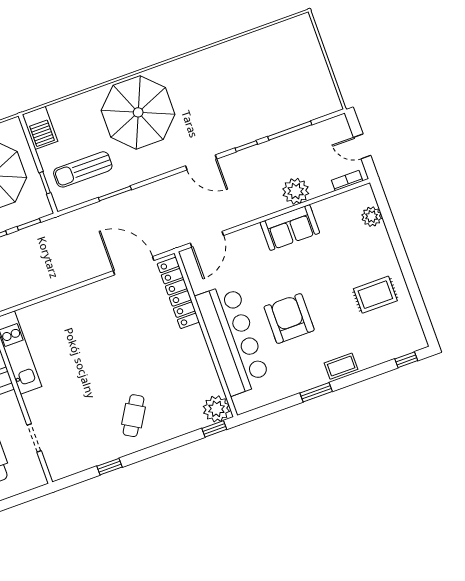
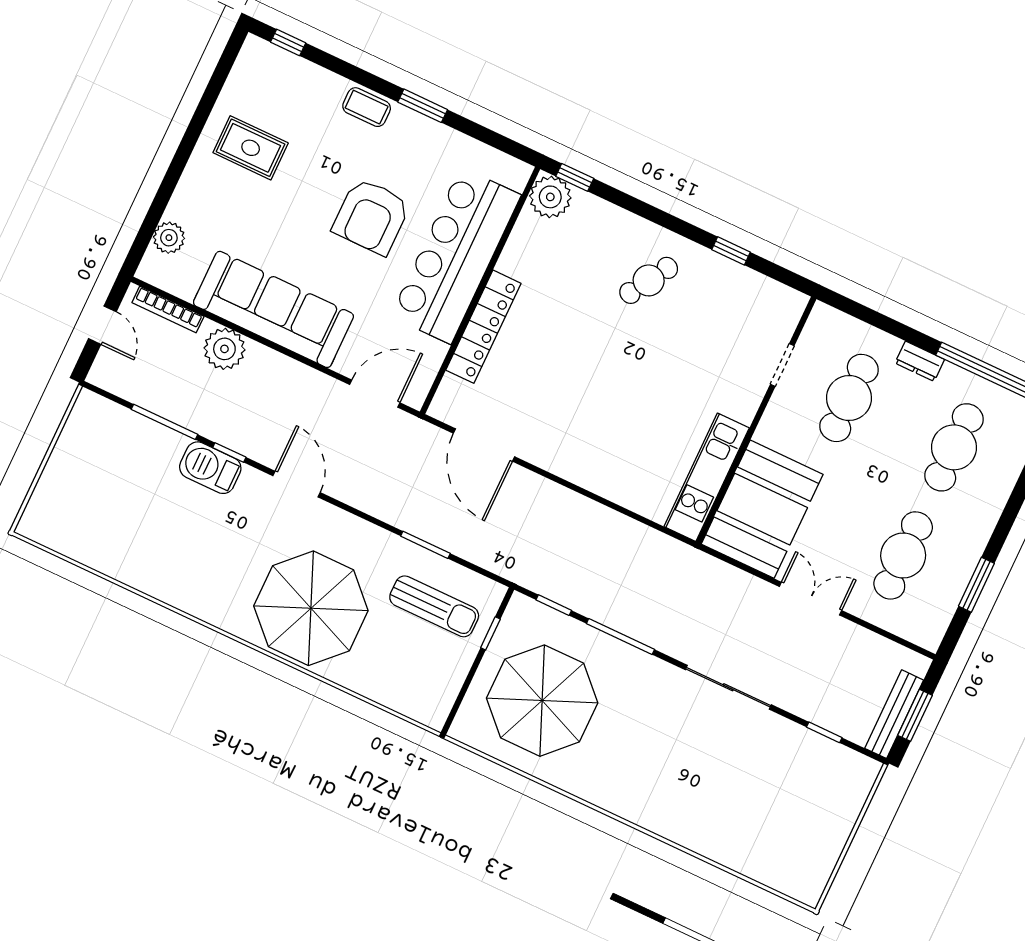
barbecue: (40, 128) -> (210, 468), moved, turned -90
bookcase: (347, 181) -> (168, 310), width x1.56
sofa: (290, 228) -> (273, 309), width x1.85, depth x1.27
locker: (178, 293) -> (483, 327), moved

